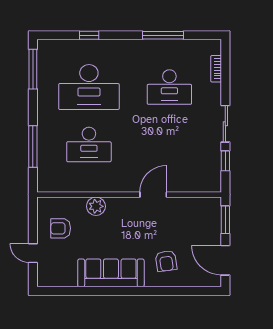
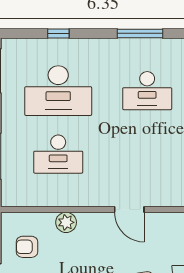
door: (153, 195) -> (129, 210), swing flipped

